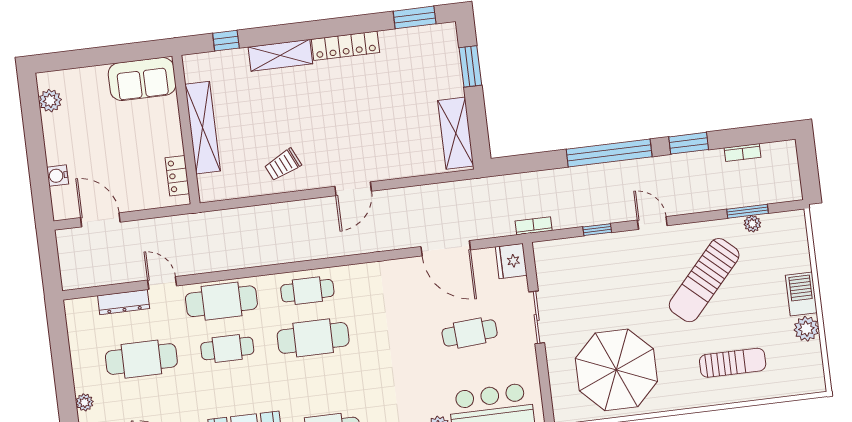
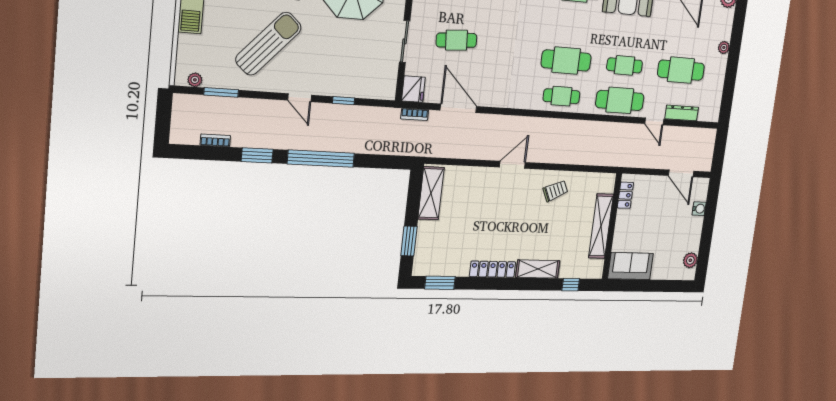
plant: (752, 224) -> (195, 80), moved
bookcase: (534, 226) -> (415, 114), moved

